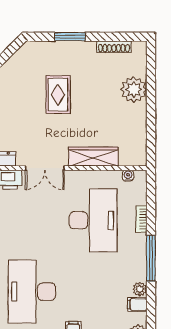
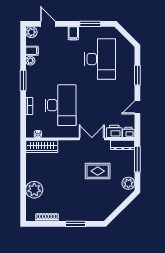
rug: (58, 95) -> (98, 171), moved, turned 90
wardrobe: (93, 157) -> (42, 146), moved
desk: (93, 220) -> (60, 105), turned 180
window: (151, 258) -> (23, 81), width x0.69

